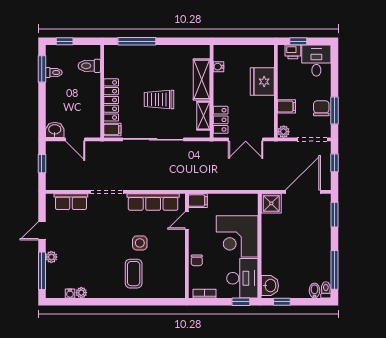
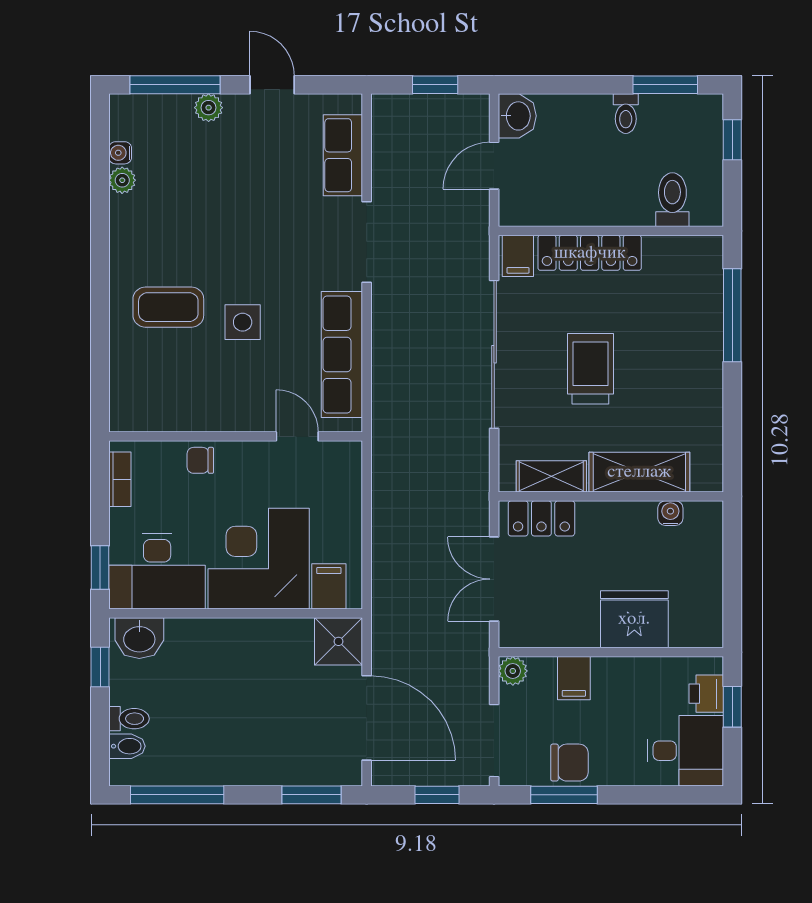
toilet: (54, 73) -> (626, 114), moved
filing cabinet: (198, 201) -> (329, 586), moved, turned 180
toilet: (326, 290) -> (129, 719), moved

